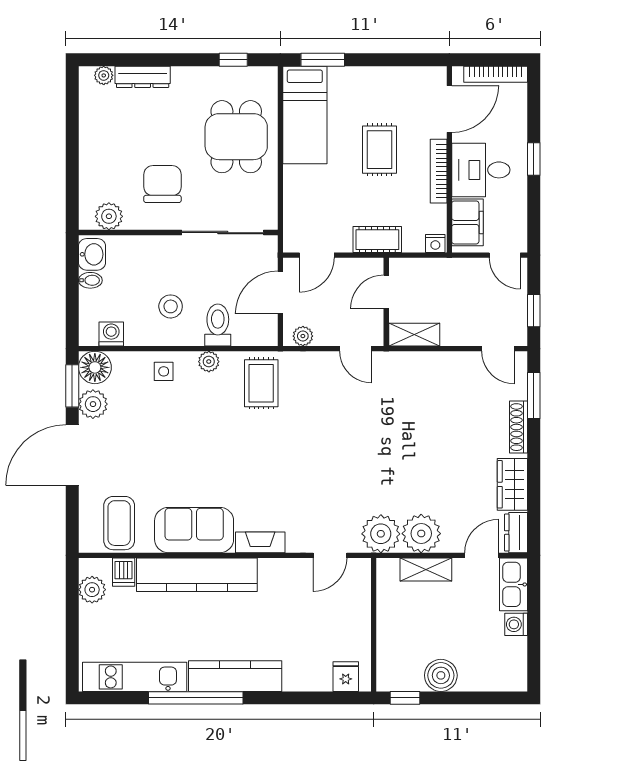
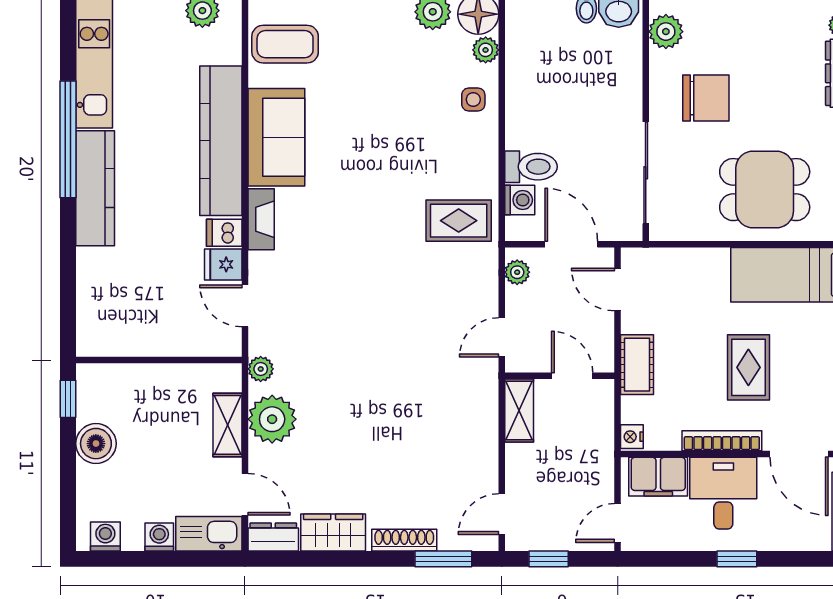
rug: (380, 150) -> (748, 367), turned 90
stool: (171, 306) -> (554, 108), removed
washing machine: (111, 334) -> (520, 200), moved
plant: (209, 362) -> (486, 50), moved
plant: (381, 534) -> (261, 369), width x0.53, depth x0.53
dishwasher: (124, 572) -> (224, 233), moved
washing machine: (516, 668) -> (105, 536), added
fridge: (346, 677) -> (223, 264), moved, turned 180

